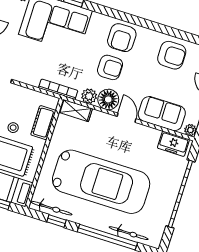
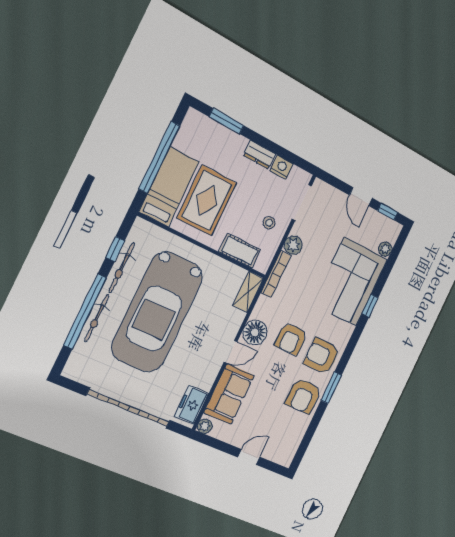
window: (148, 24) -> (331, 388), added
armchair: (172, 55) -> (303, 396), moved
plant: (89, 96) -> (293, 245), moved
stool: (13, 128) -> (269, 223), moved
bicycle: (51, 208) -> (122, 268), moved
bicycle: (129, 233) -> (97, 318), moved

